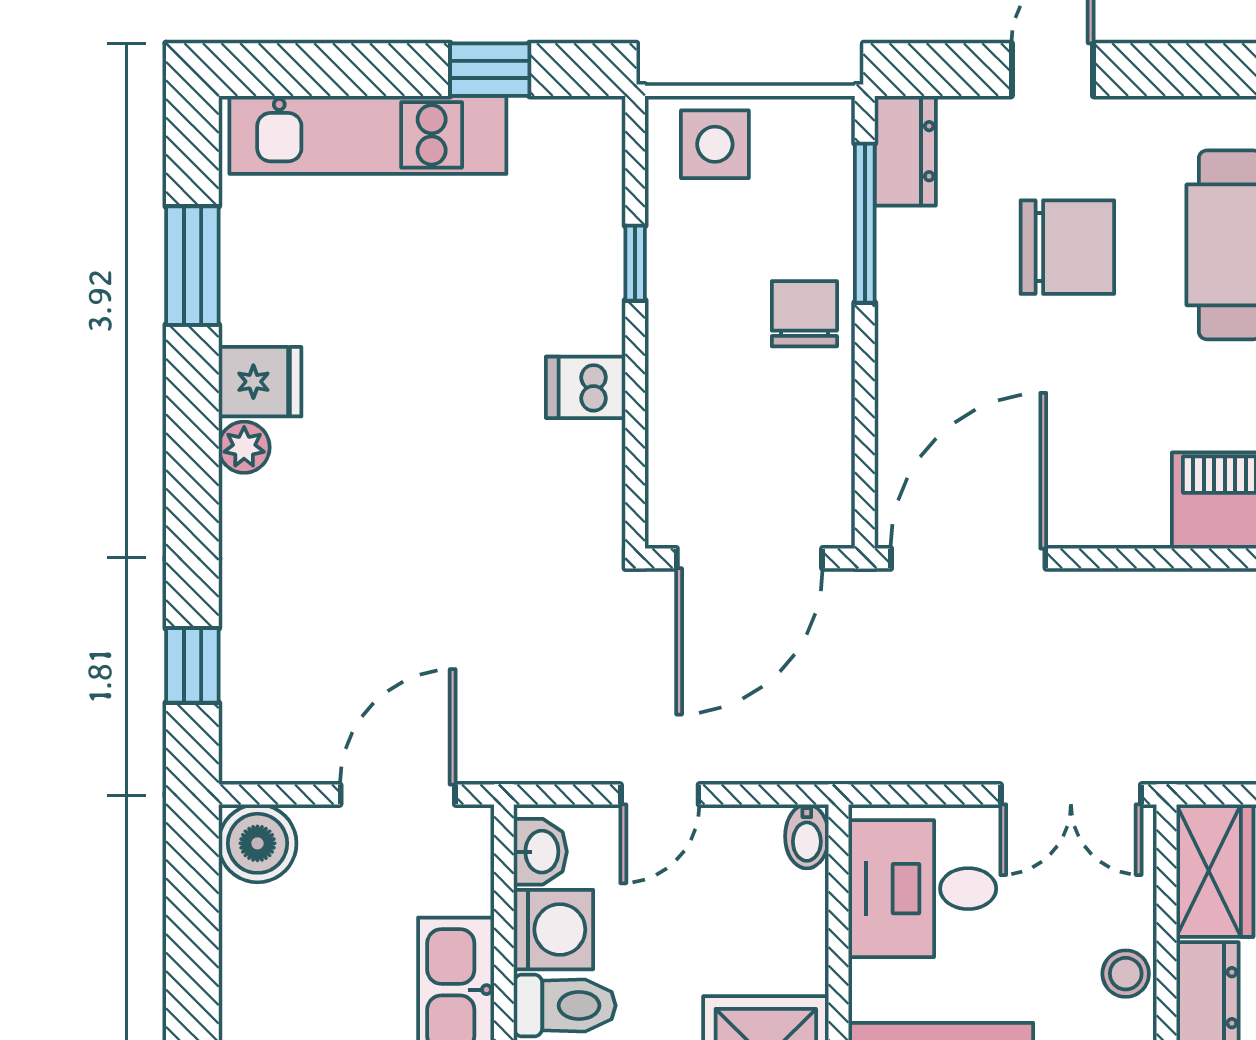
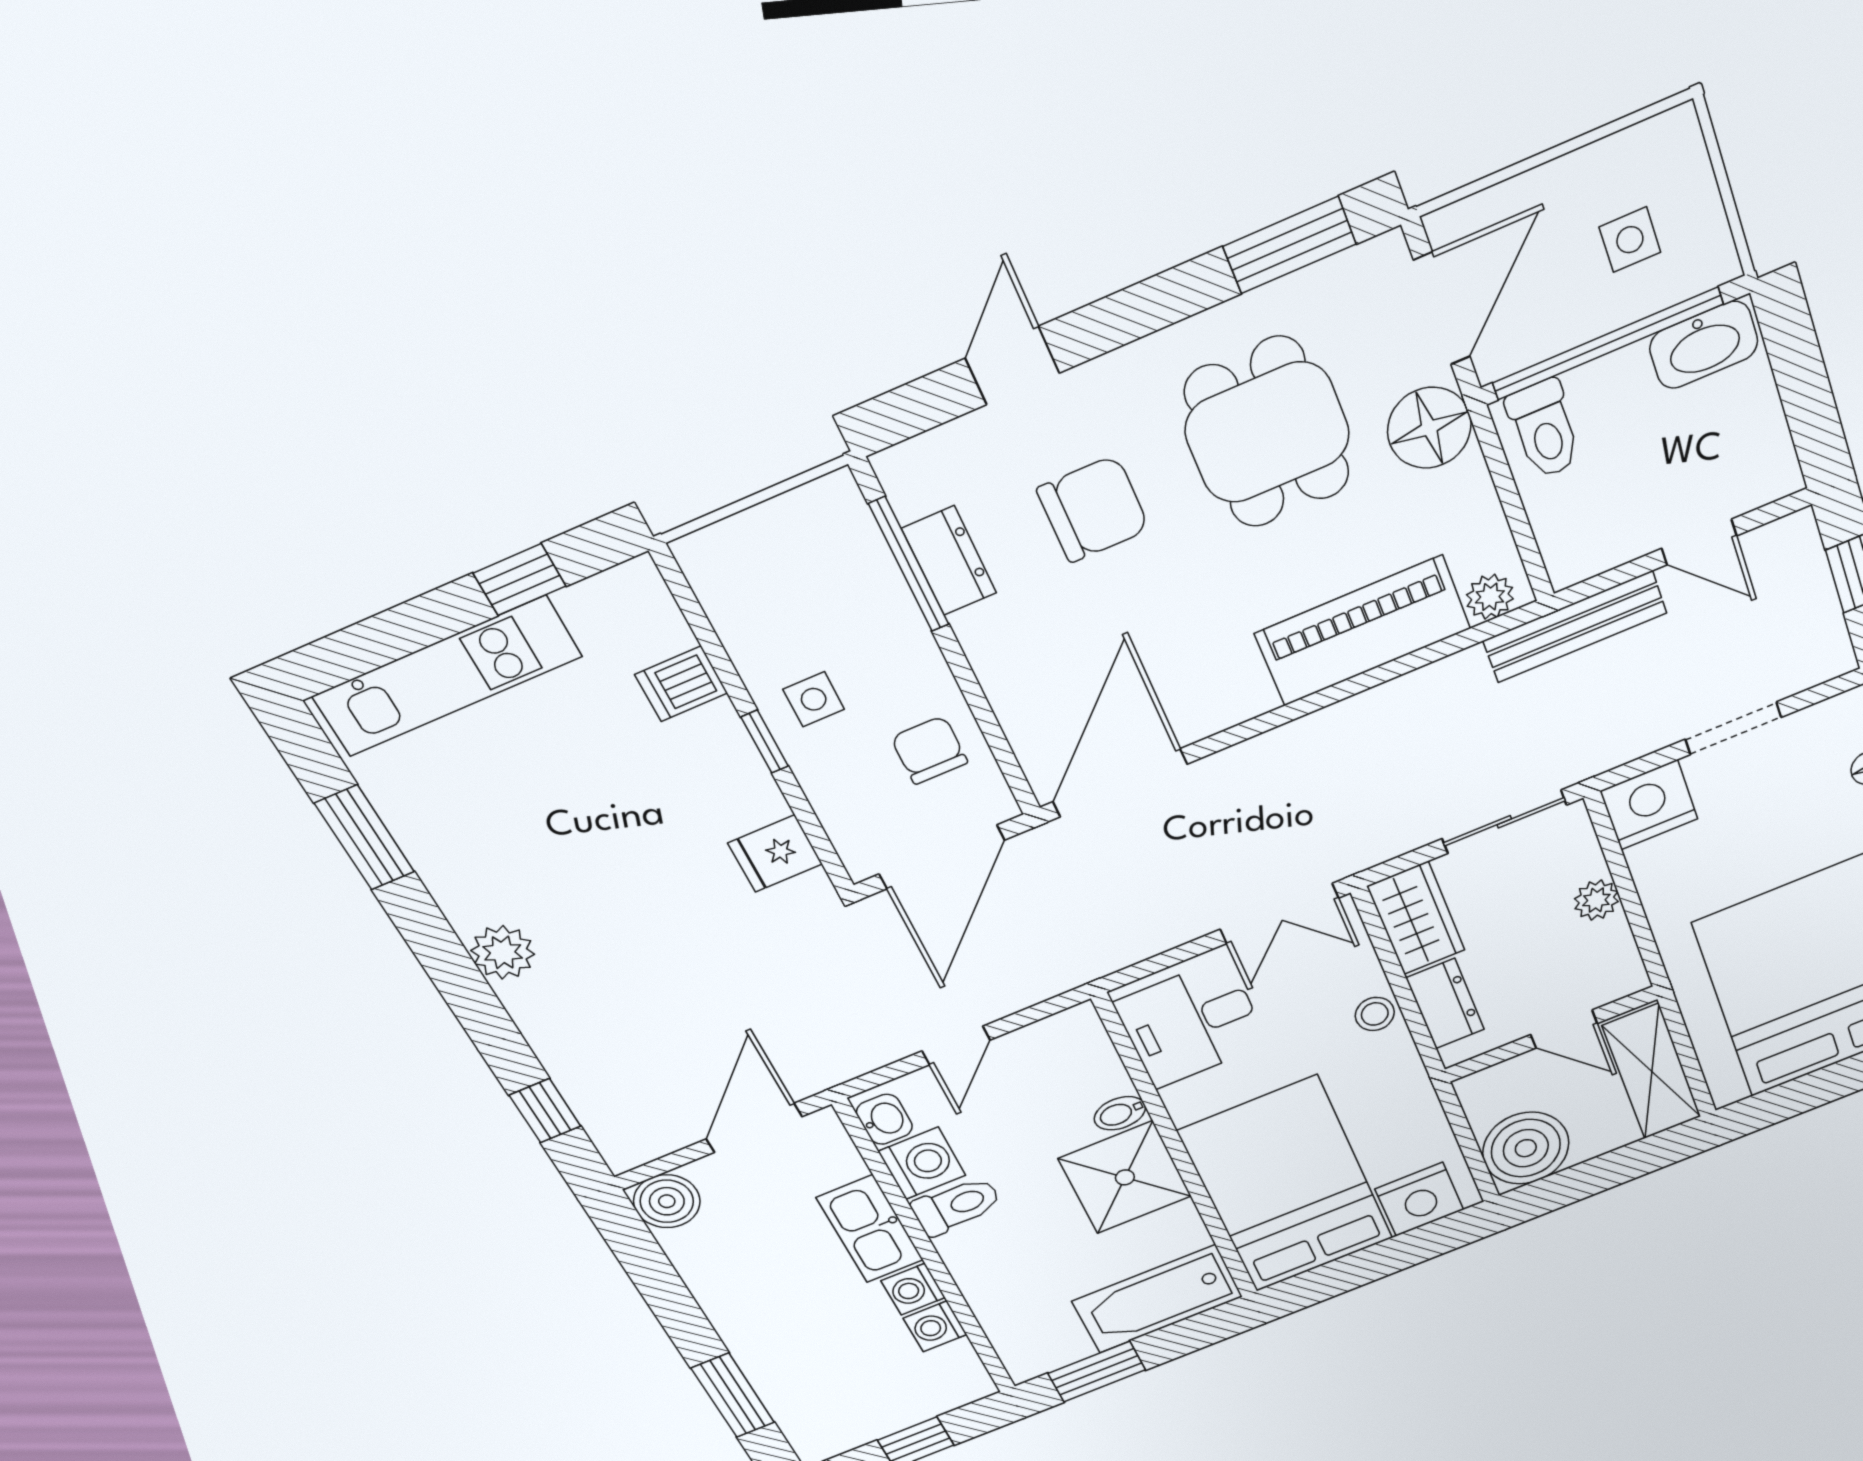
side table: (715, 144) -> (814, 699), moved, width x0.73, depth x0.73
dresser: (905, 151) -> (949, 561), moved
window: (635, 263) -> (765, 742), moved
chair: (804, 314) -> (929, 750), moved
fridge: (260, 382) -> (775, 853), moved, turned 180
dishwasher: (586, 387) -> (681, 684), moved
plant: (244, 447) -> (503, 952), width x1.38, depth x1.38
bidet: (807, 836) -> (1120, 1113), moved, turned 90

